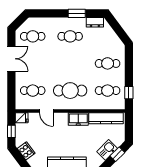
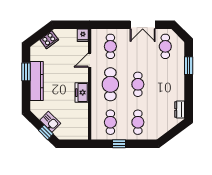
window: (77, 13) -> (189, 66), moved
cafe table: (70, 36) -> (138, 84), moved
window: (129, 93) -> (119, 144), moved
kitchen counter: (106, 118) -> (82, 121), removed
window: (11, 131) -> (69, 25), removed

